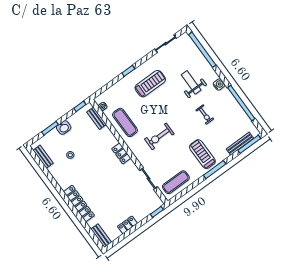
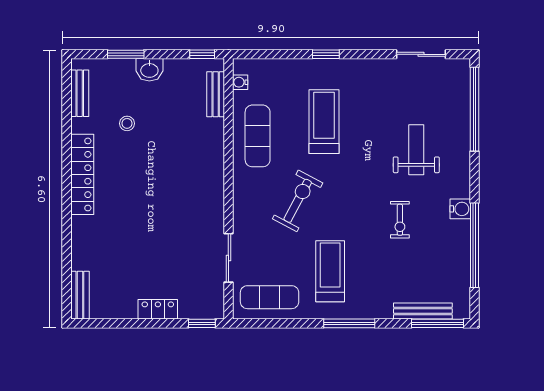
treadmill: (150, 84) -> (324, 122), moved, turned -90
water cooler: (219, 84) -> (460, 209), moved
exercise bike: (159, 136) -> (298, 201), turned 118
locker: (121, 153) -> (214, 183), removed
treadmill: (202, 154) -> (330, 271), moved
locker: (79, 204) -> (82, 174), moved
locker: (127, 225) -> (158, 309), moved

